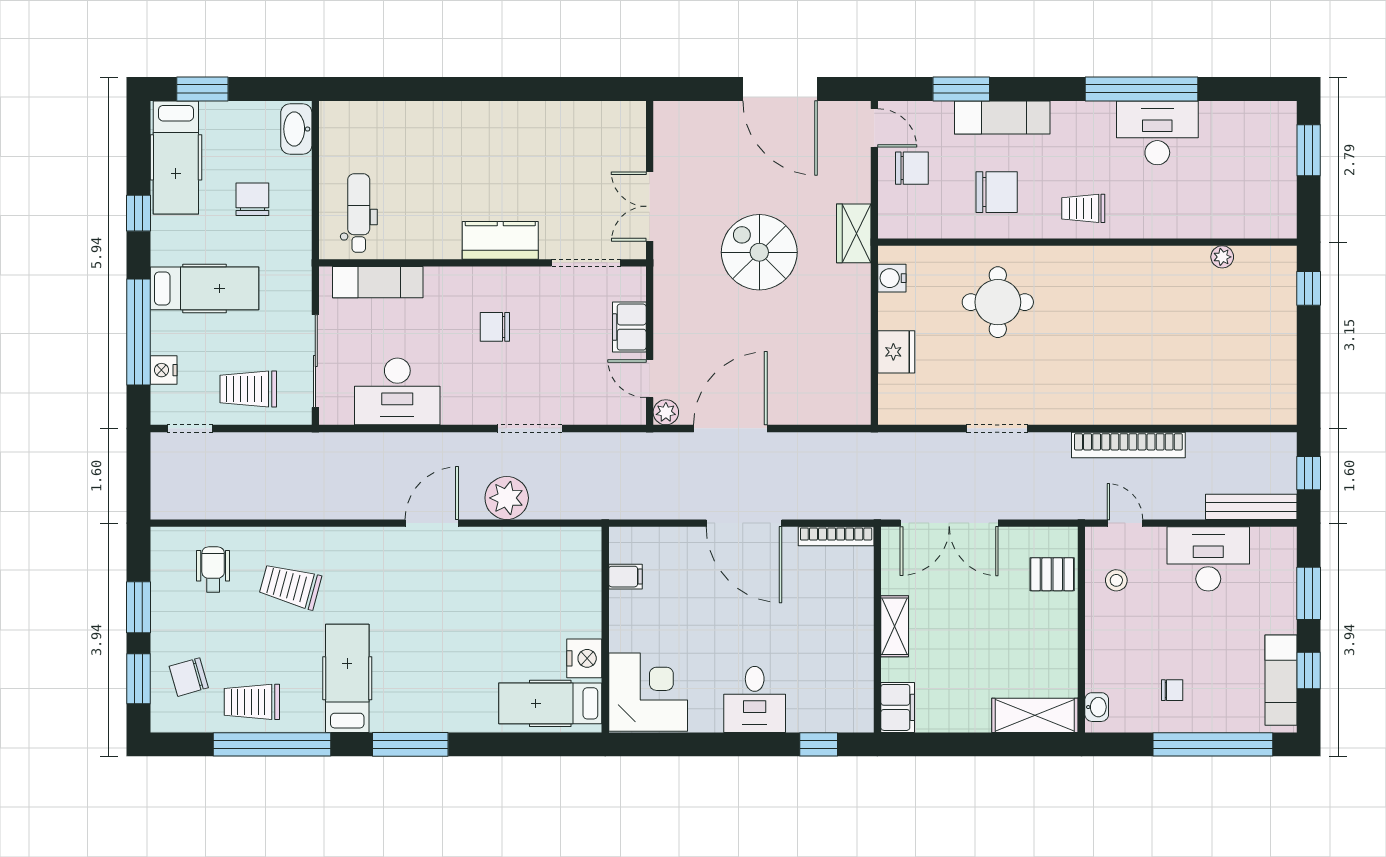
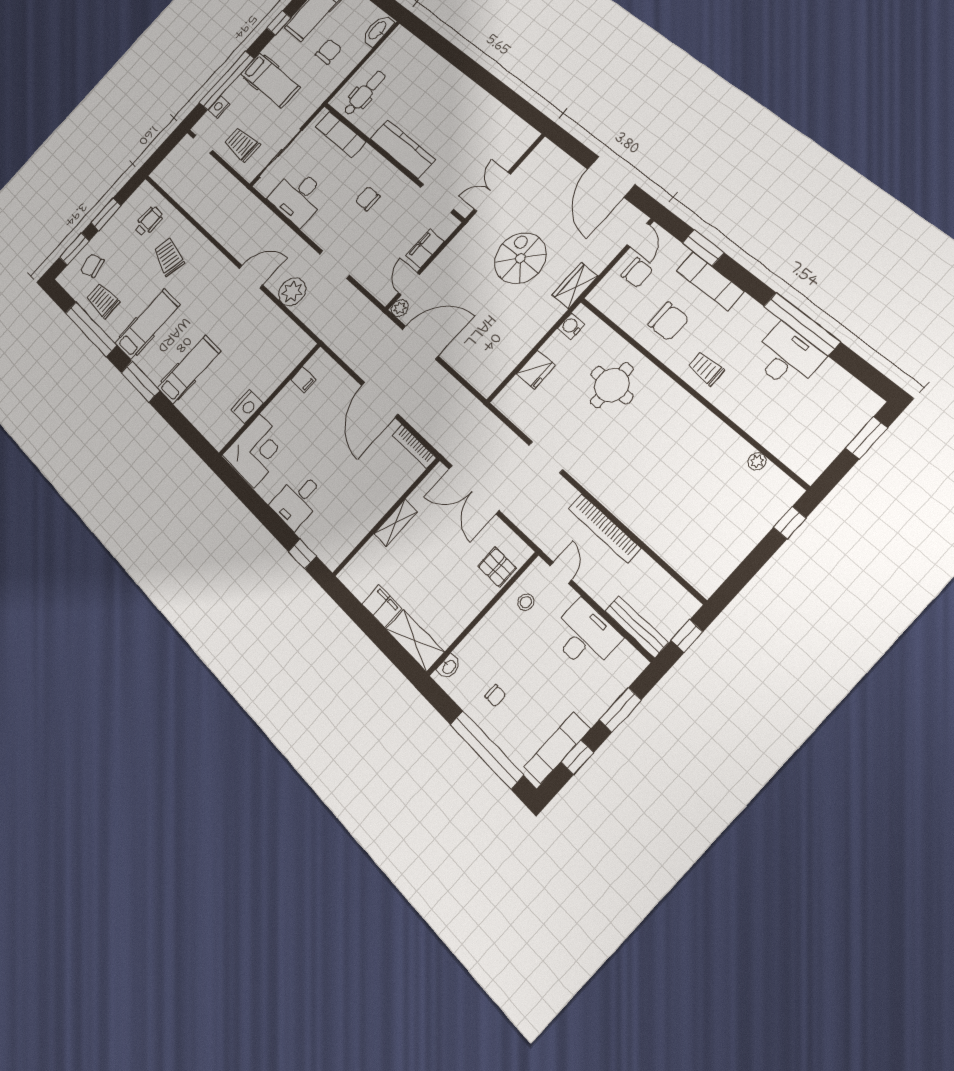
kitchen counter: (500, 240) -> (403, 149), width x1.50
hospital bed: (550, 703) -> (189, 370), moved, turned 90
filing cabinet: (898, 707) -> (382, 606), moved, turned -90

